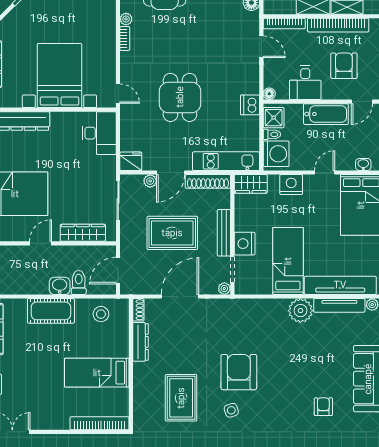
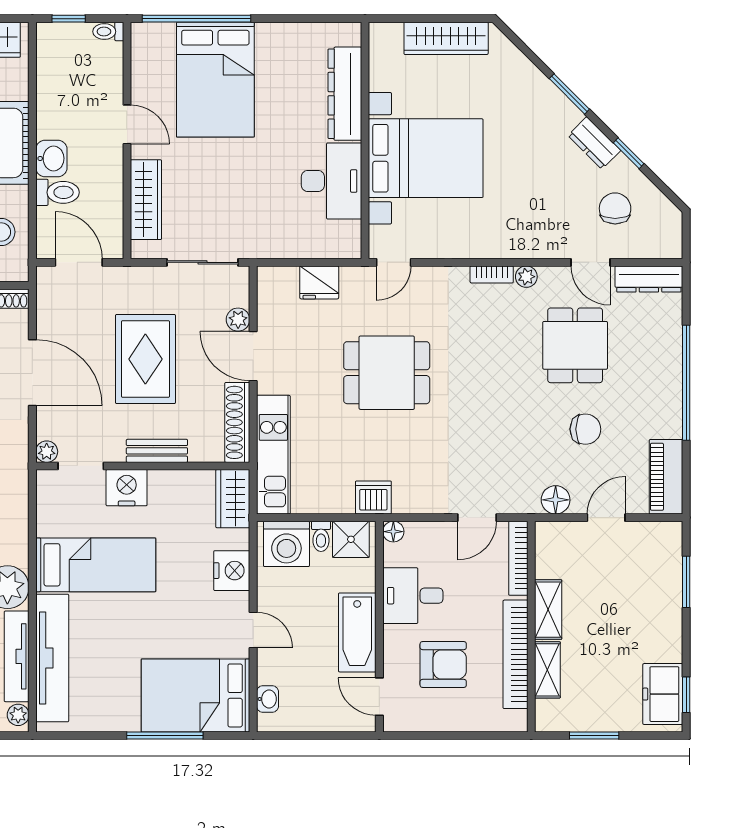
desk: (99, 133) -> (332, 181), moved, turned -90
fridge: (131, 161) -> (319, 282), moved, turned 90
bench: (224, 233) -> (157, 451), width x0.73

